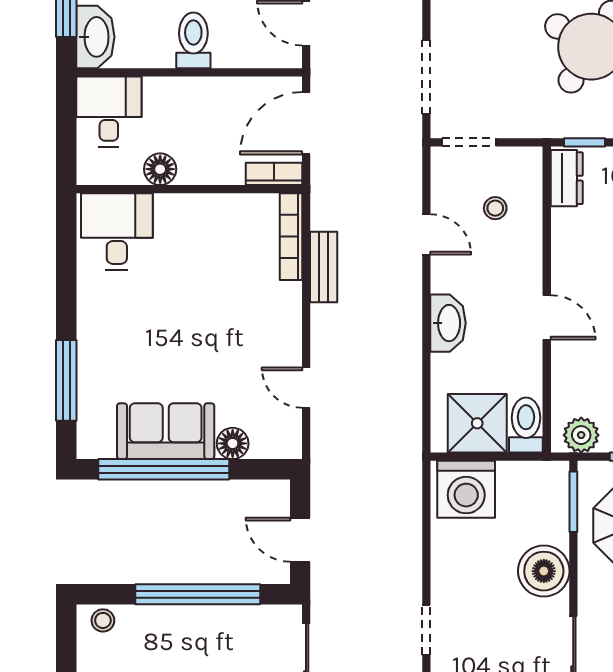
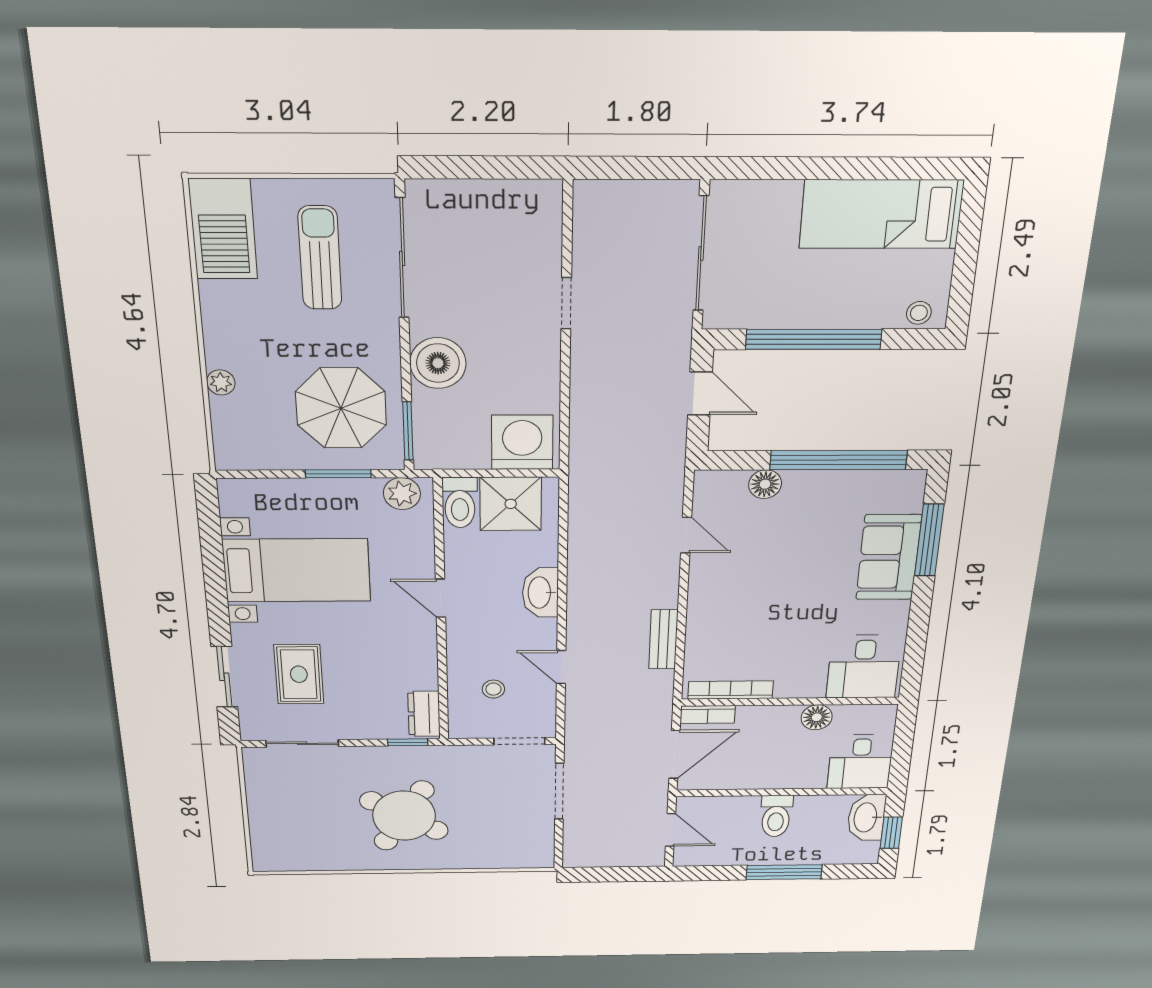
bookcase: (291, 237) -> (730, 690), moved, turned -90
sofa: (166, 431) -> (889, 557), moved, turned 90

